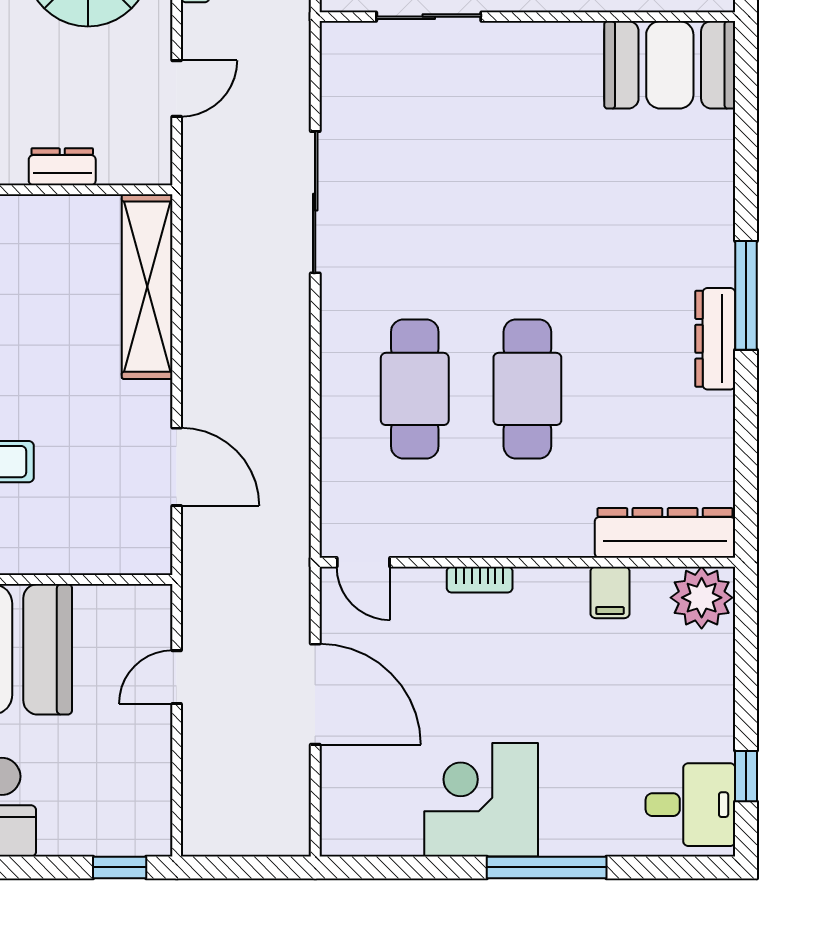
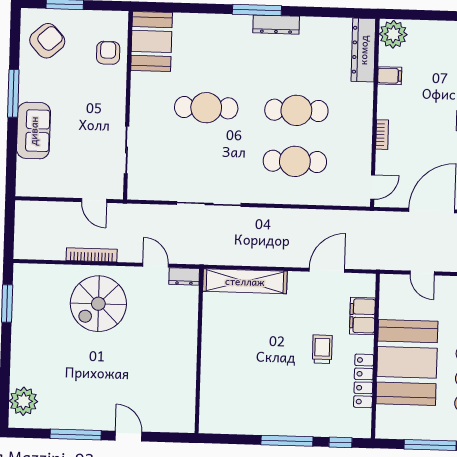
dresser: (62, 167) -> (184, 276), moved, turned -90
cafe table: (527, 190) -> (206, 108), added
filing cabinet: (78, 548) -> (362, 316), added

